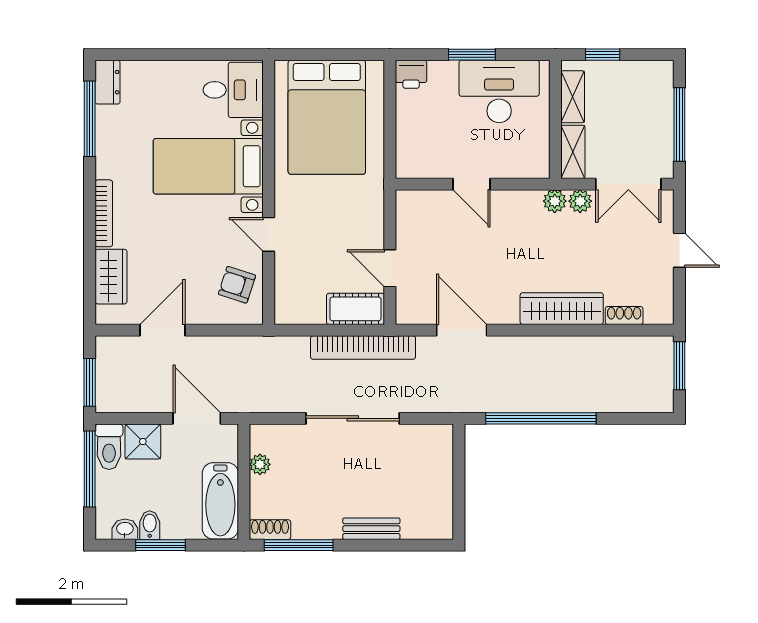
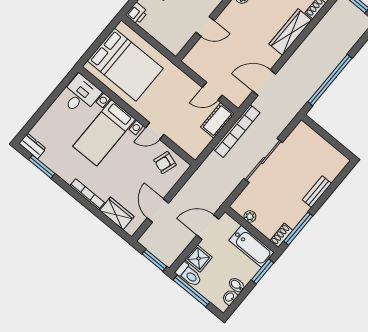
window: (90, 119) -> (42, 167), width x0.69
window: (160, 545) -> (263, 271), moved

